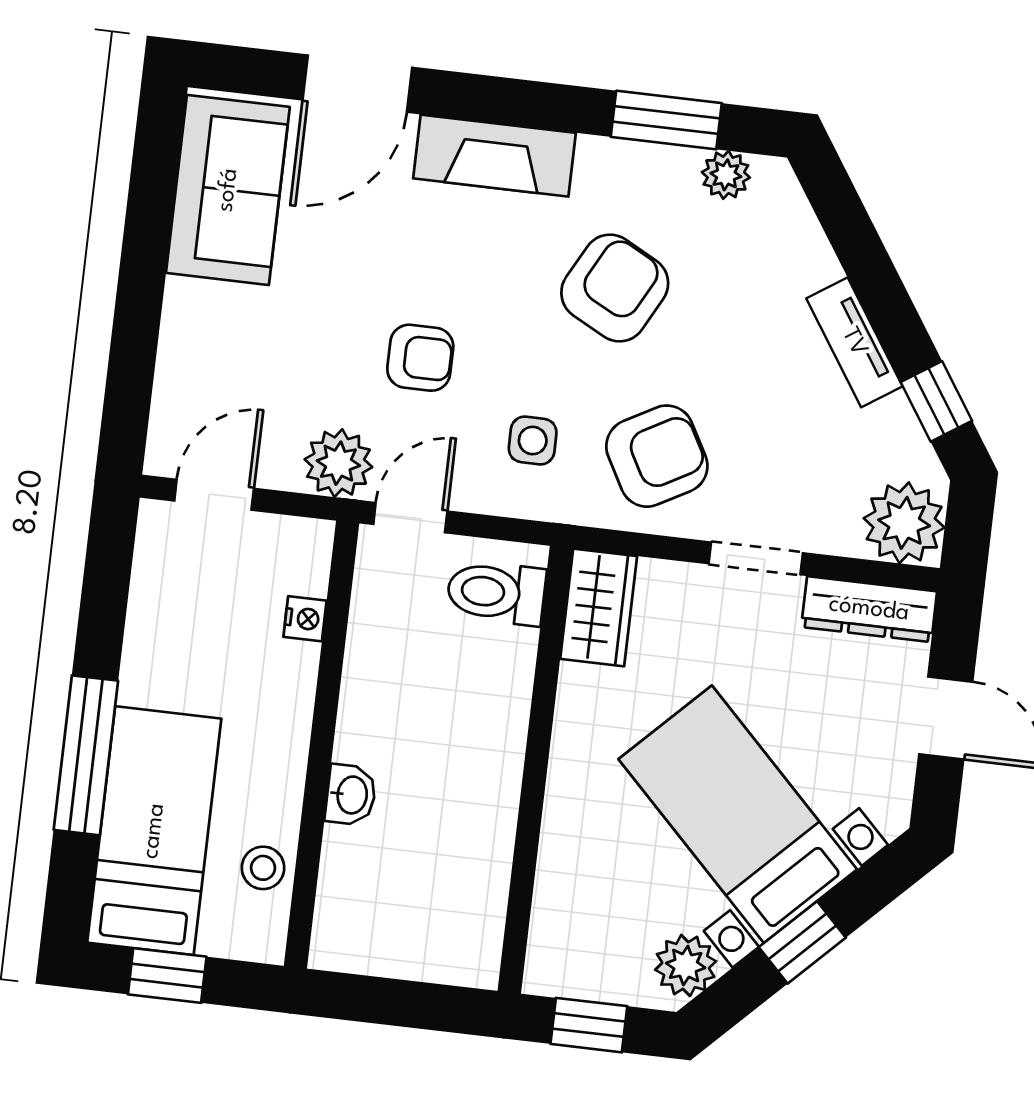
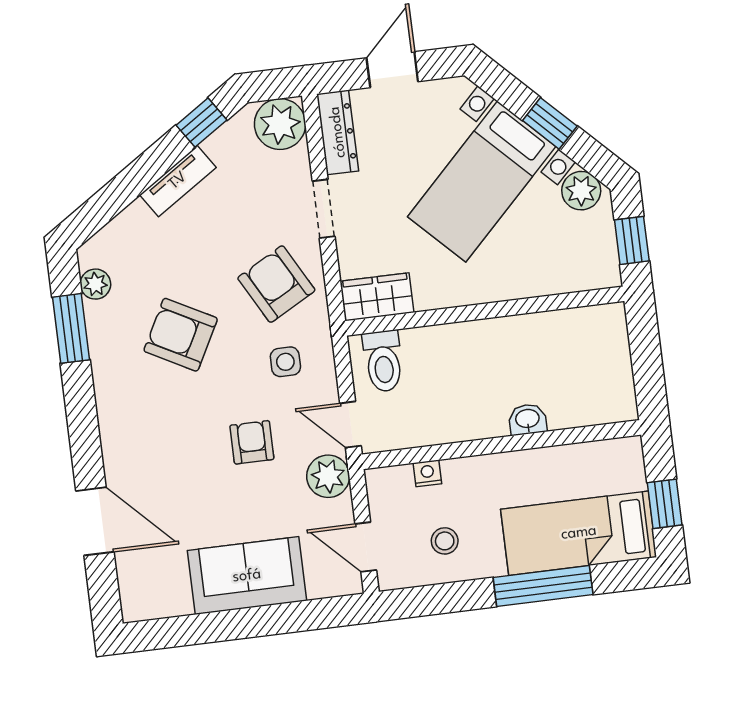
fireplace: (494, 156) -> (118, 427), removed
sofa: (228, 190) -> (247, 576), moved
stool: (263, 868) -> (445, 541), moved

